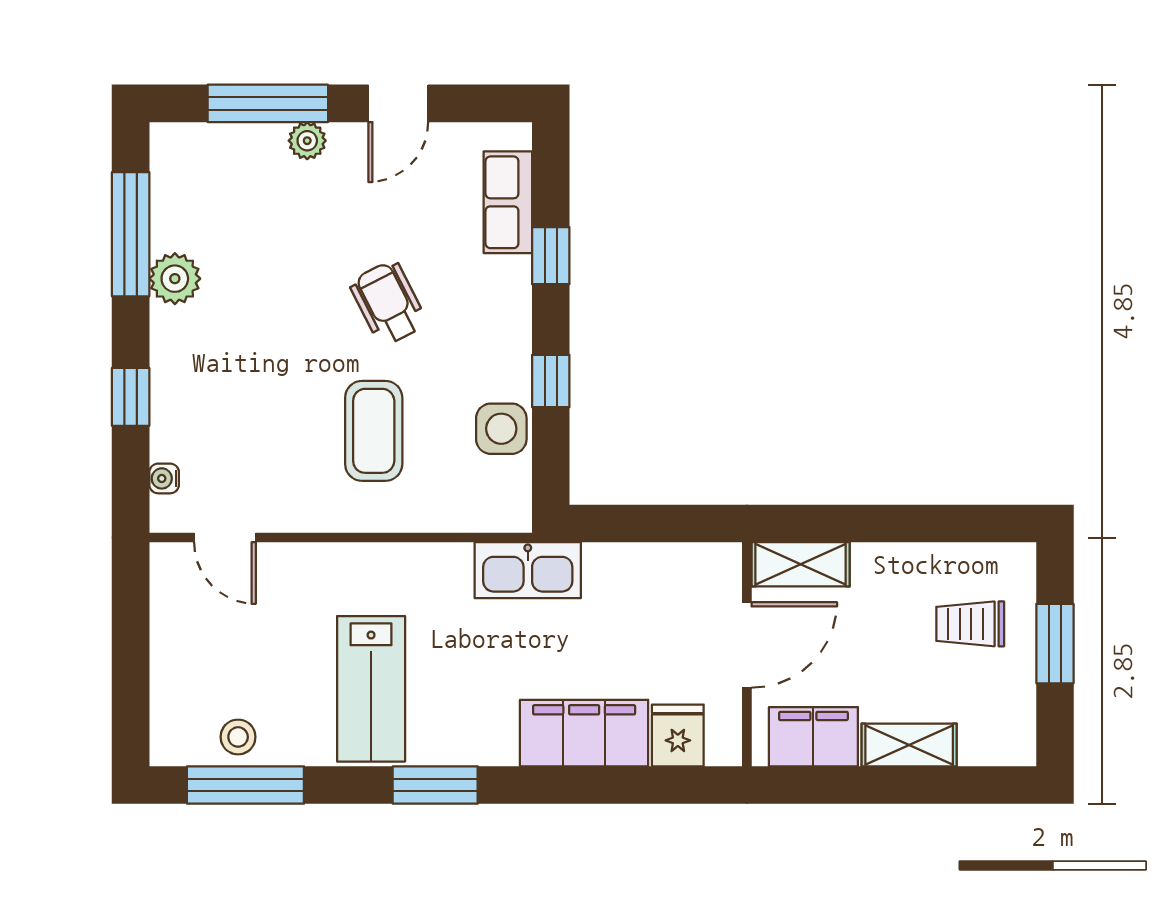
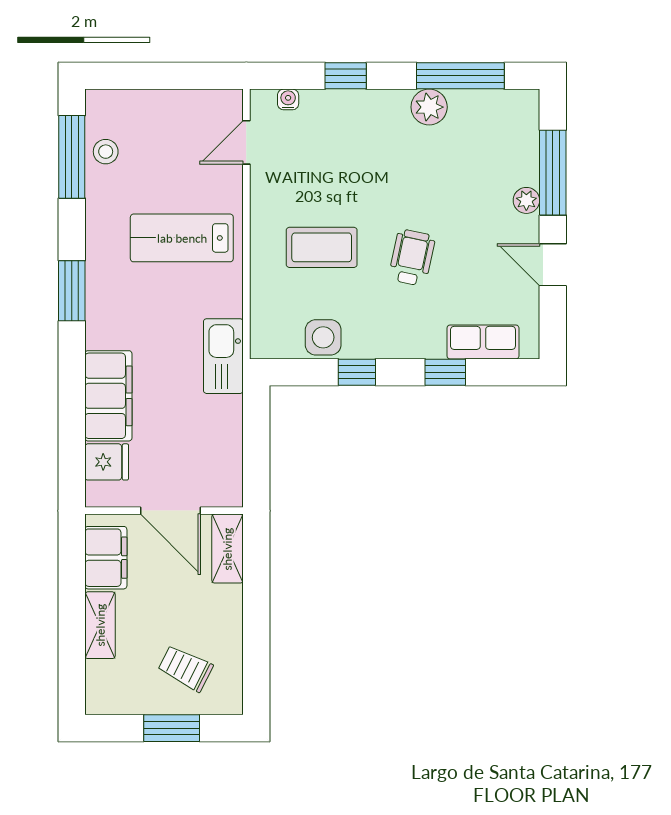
wheelchair: (388, 303) -> (412, 258), turned -51
trolley: (970, 624) -> (185, 668), turned -63
lab bench: (371, 689) -> (182, 238), moved

